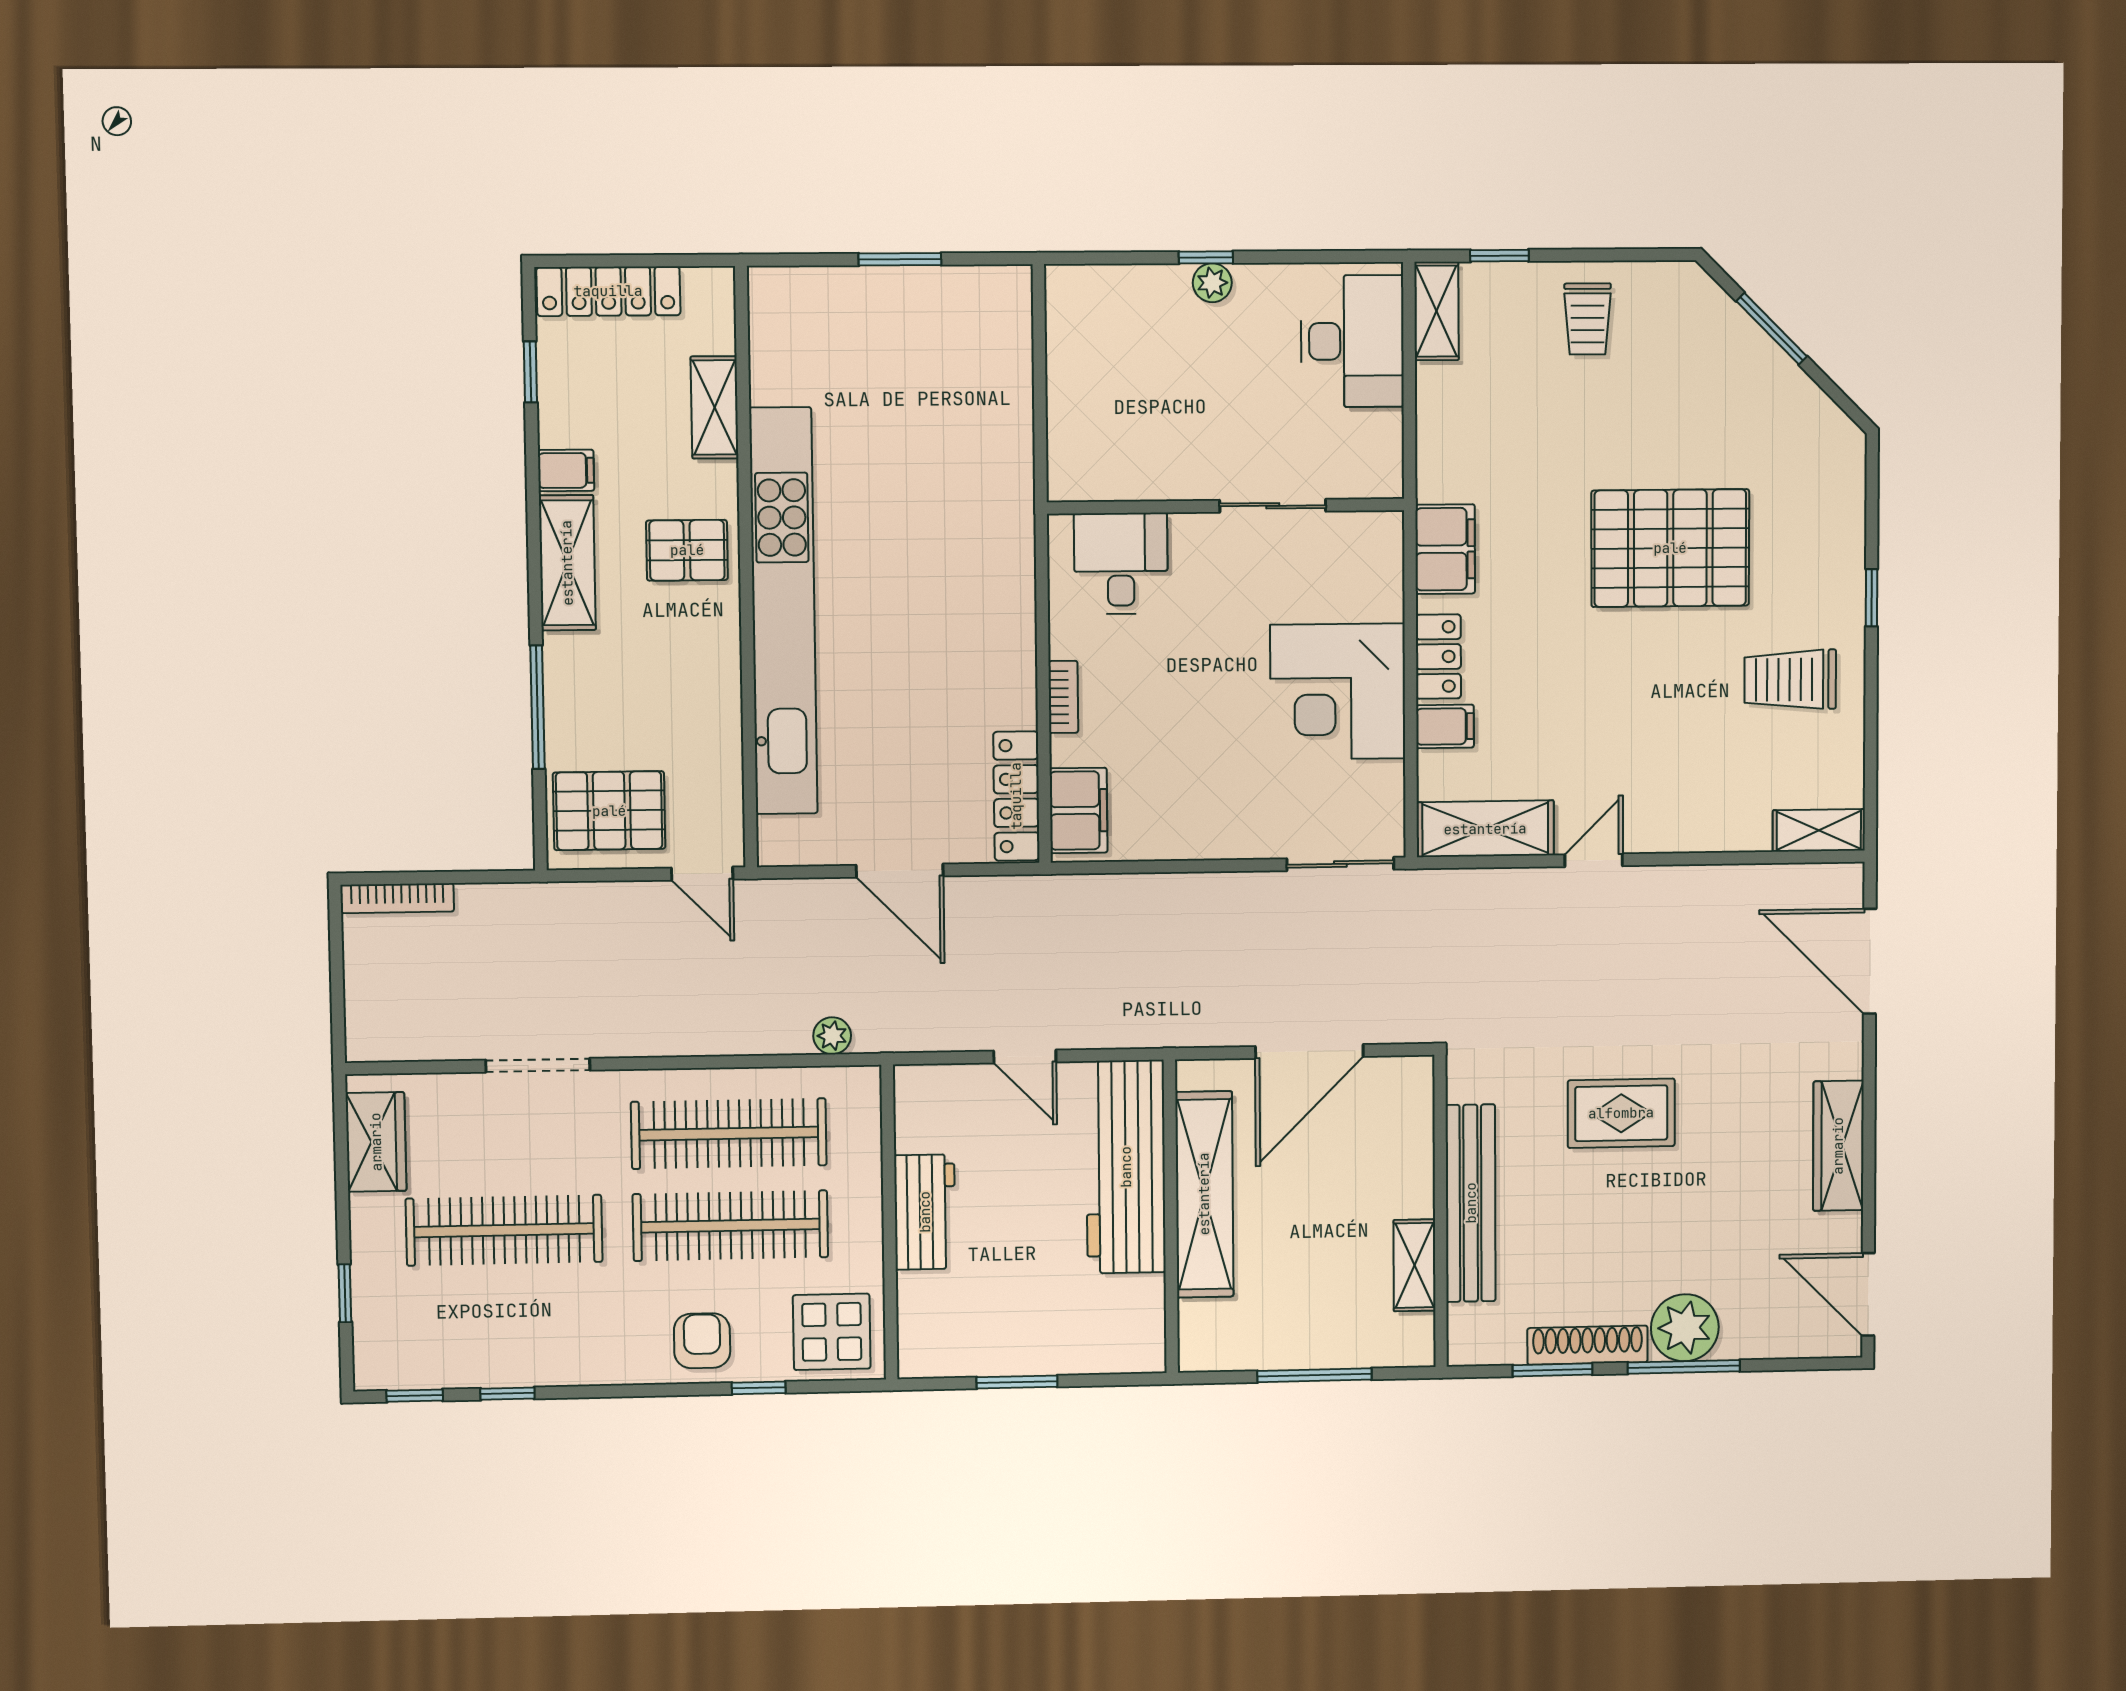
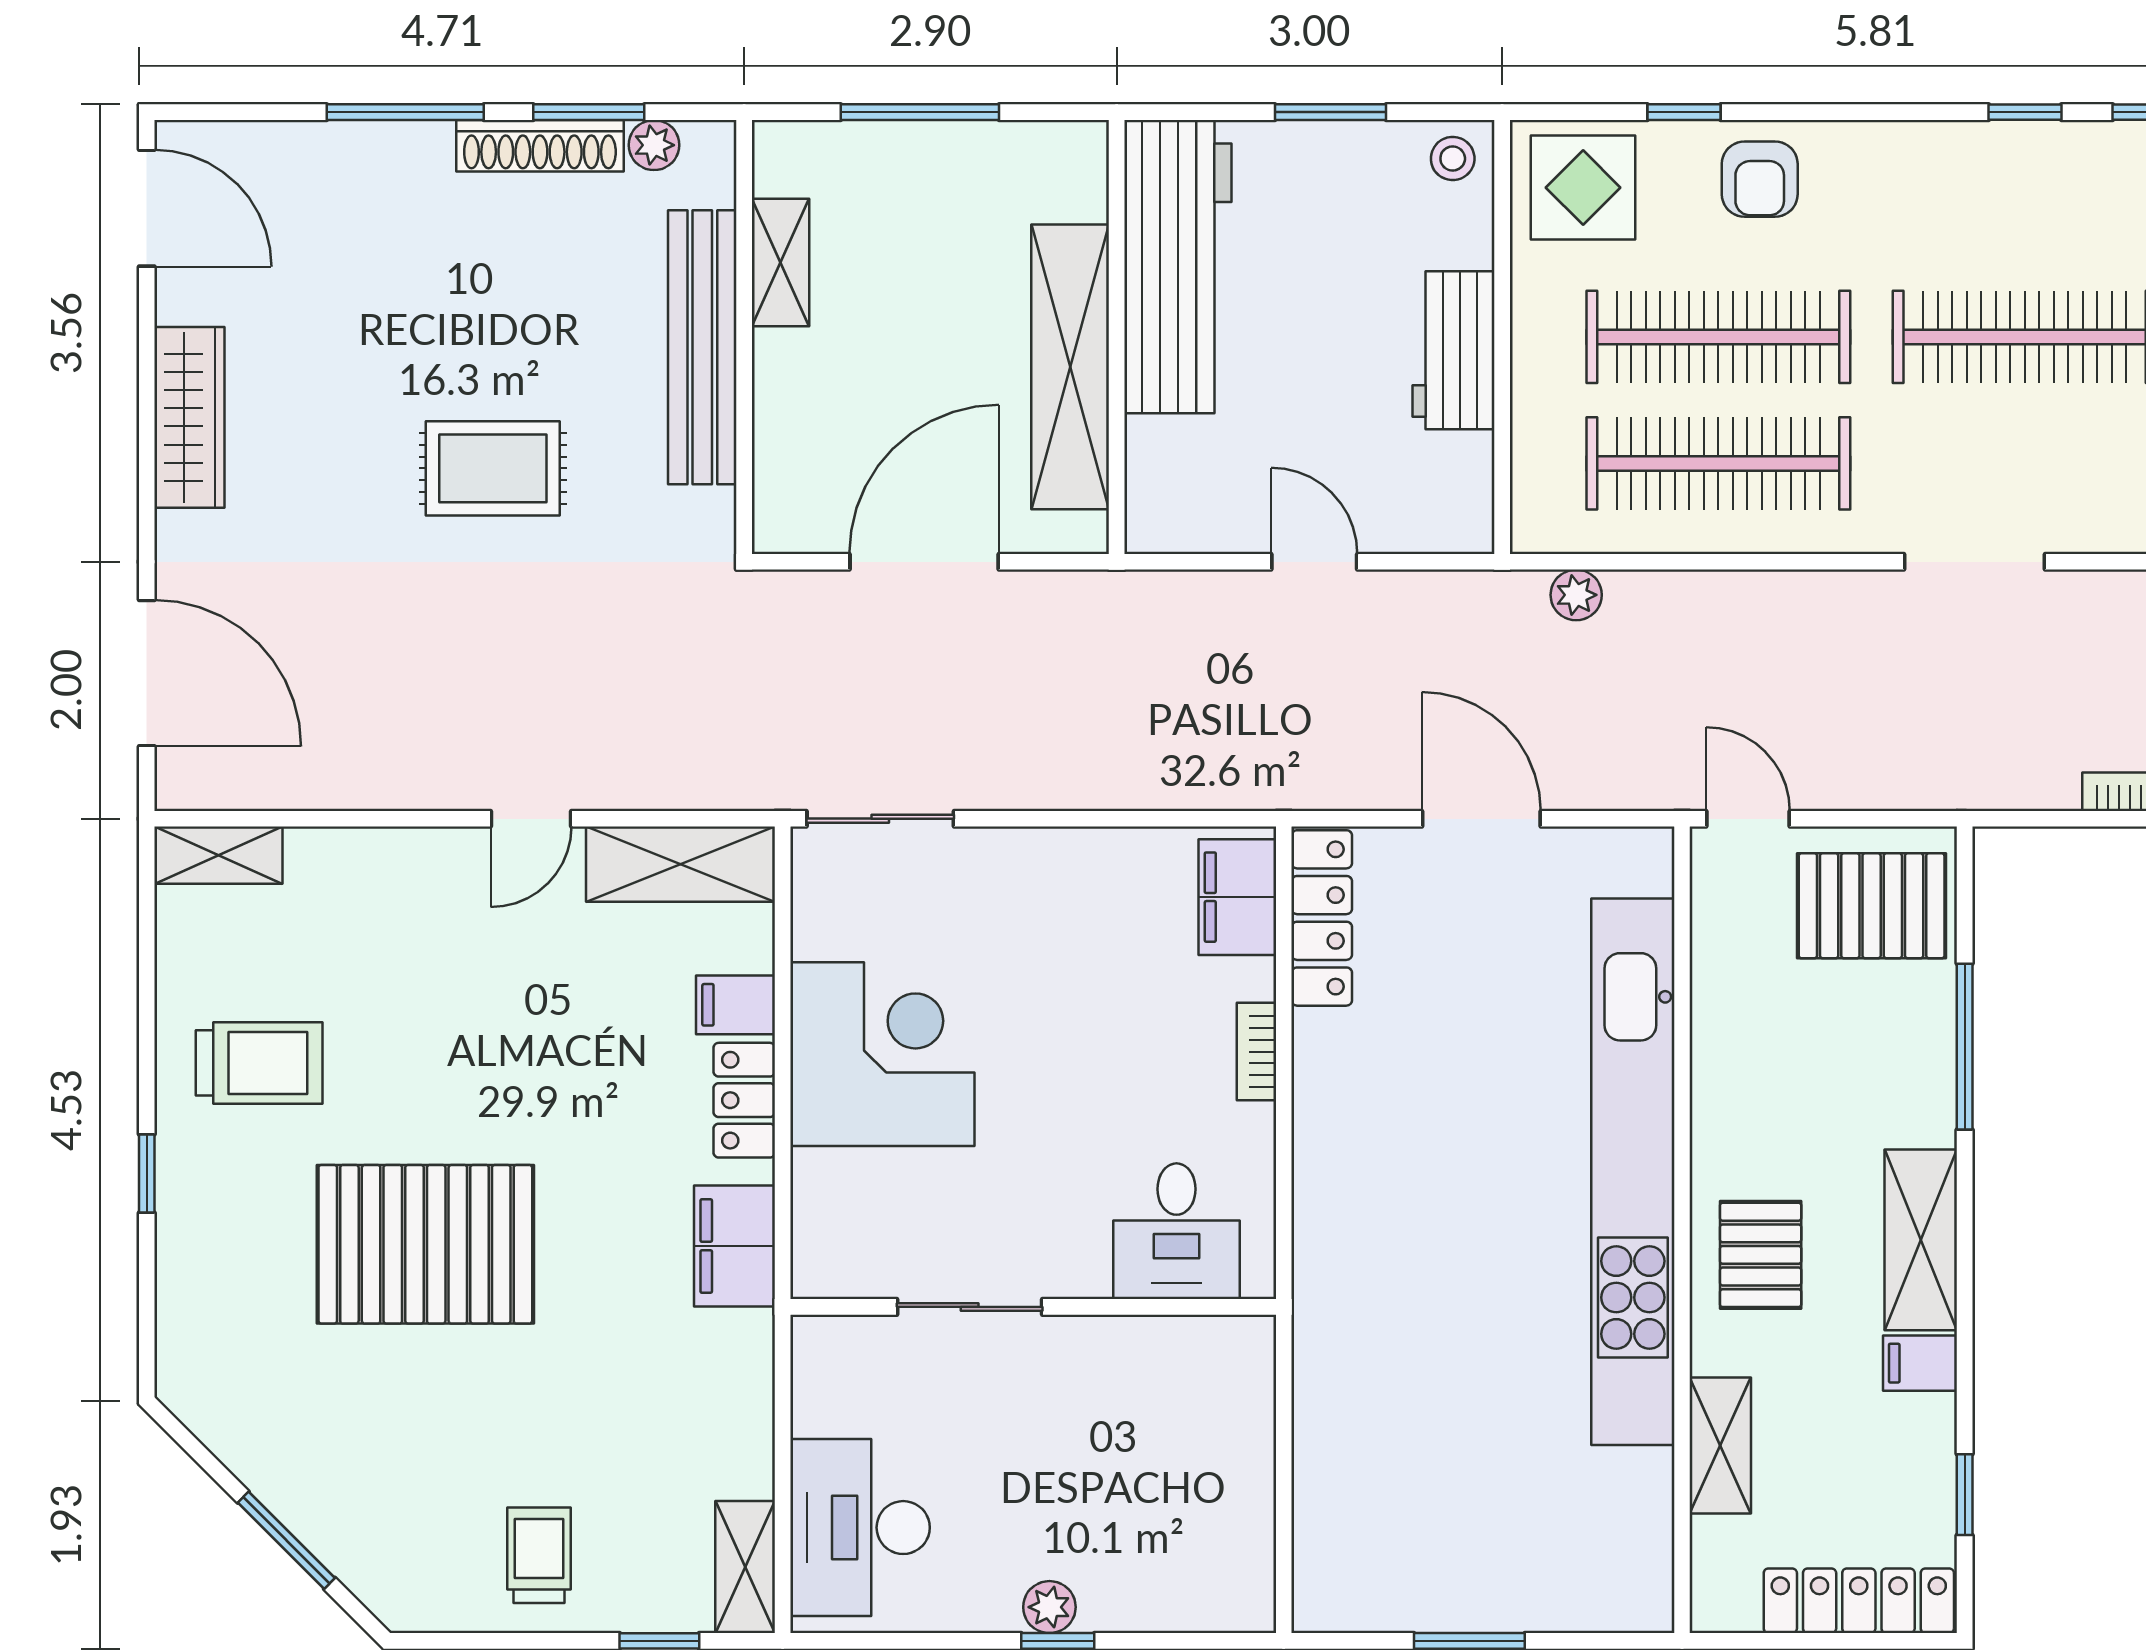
pallet: (687, 550) -> (1761, 1255), turned 90
workbench: (1126, 1167) -> (1178, 267), moved
plant: (1685, 1328) -> (654, 145), moved, width x0.53, depth x0.53
stool: (927, 1351) -> (1453, 159), added

